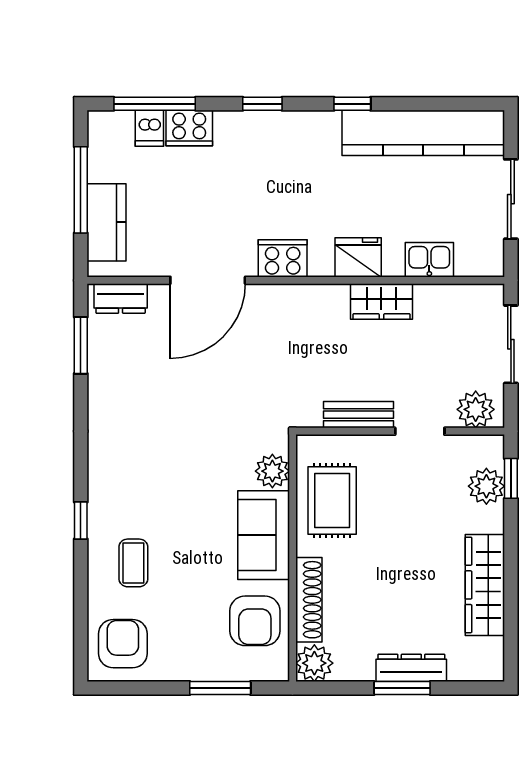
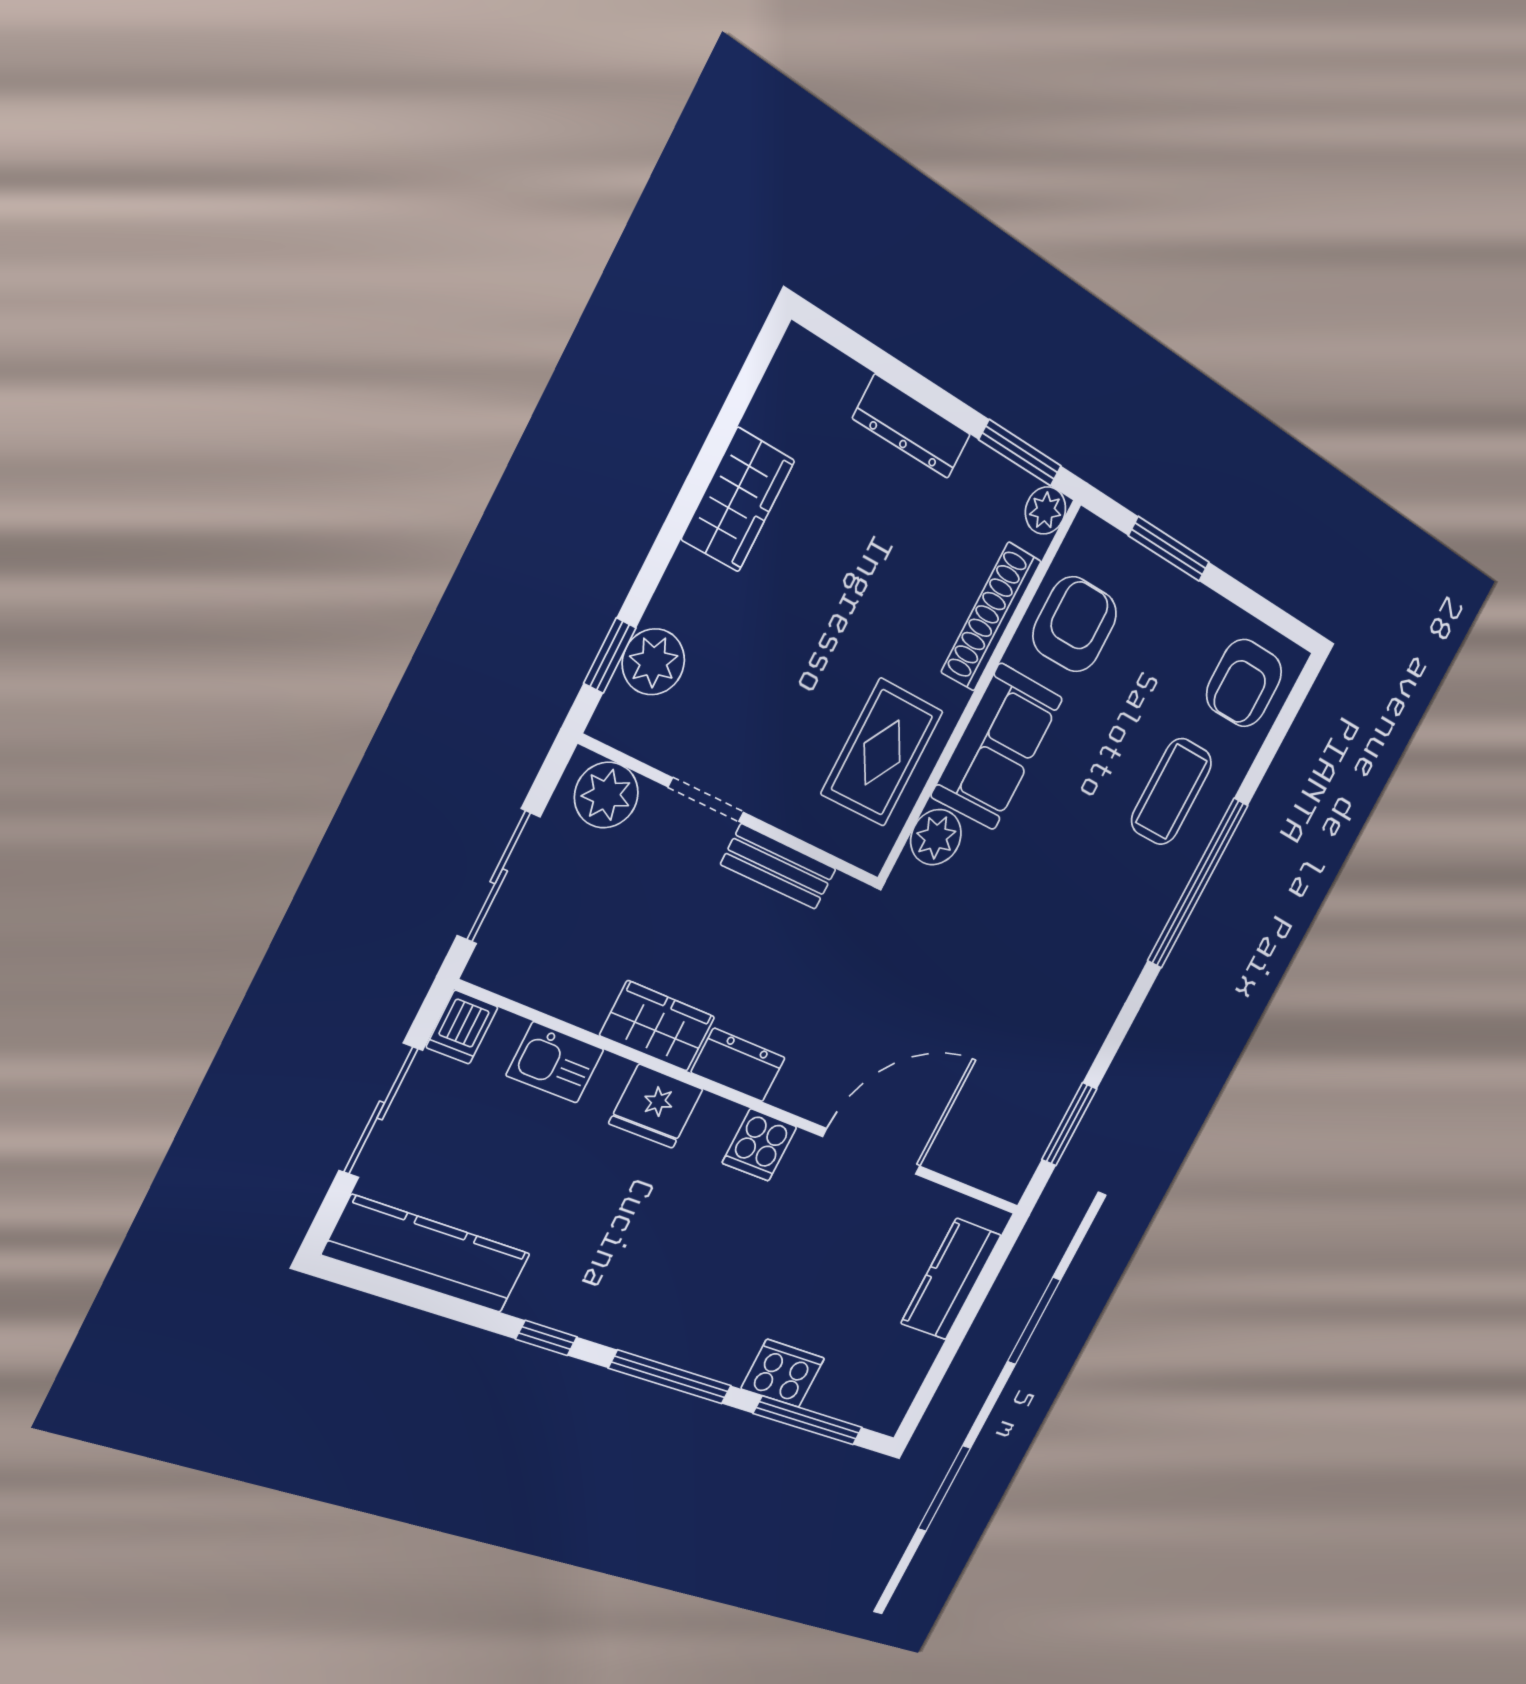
window: (262, 104) -> (670, 1377), width x2.17
dishwasher: (149, 128) -> (462, 1027), moved, turned 180
kitchen counter: (423, 133) -> (428, 1254), width x0.72, depth x0.86
window: (81, 190) -> (958, 1334), removed
cooker: (283, 258) -> (759, 1145), width x0.73
dresser: (121, 298) -> (738, 1065), moved
window: (81, 521) -> (1198, 883), width x3.17
coffee table: (133, 563) -> (1171, 792), width x1.36, depth x1.30
wardrobe: (485, 585) -> (738, 500), width x0.67
plant: (314, 663) -> (1046, 511), width x0.73, depth x0.73
window: (402, 688) -> (1020, 453), moved

